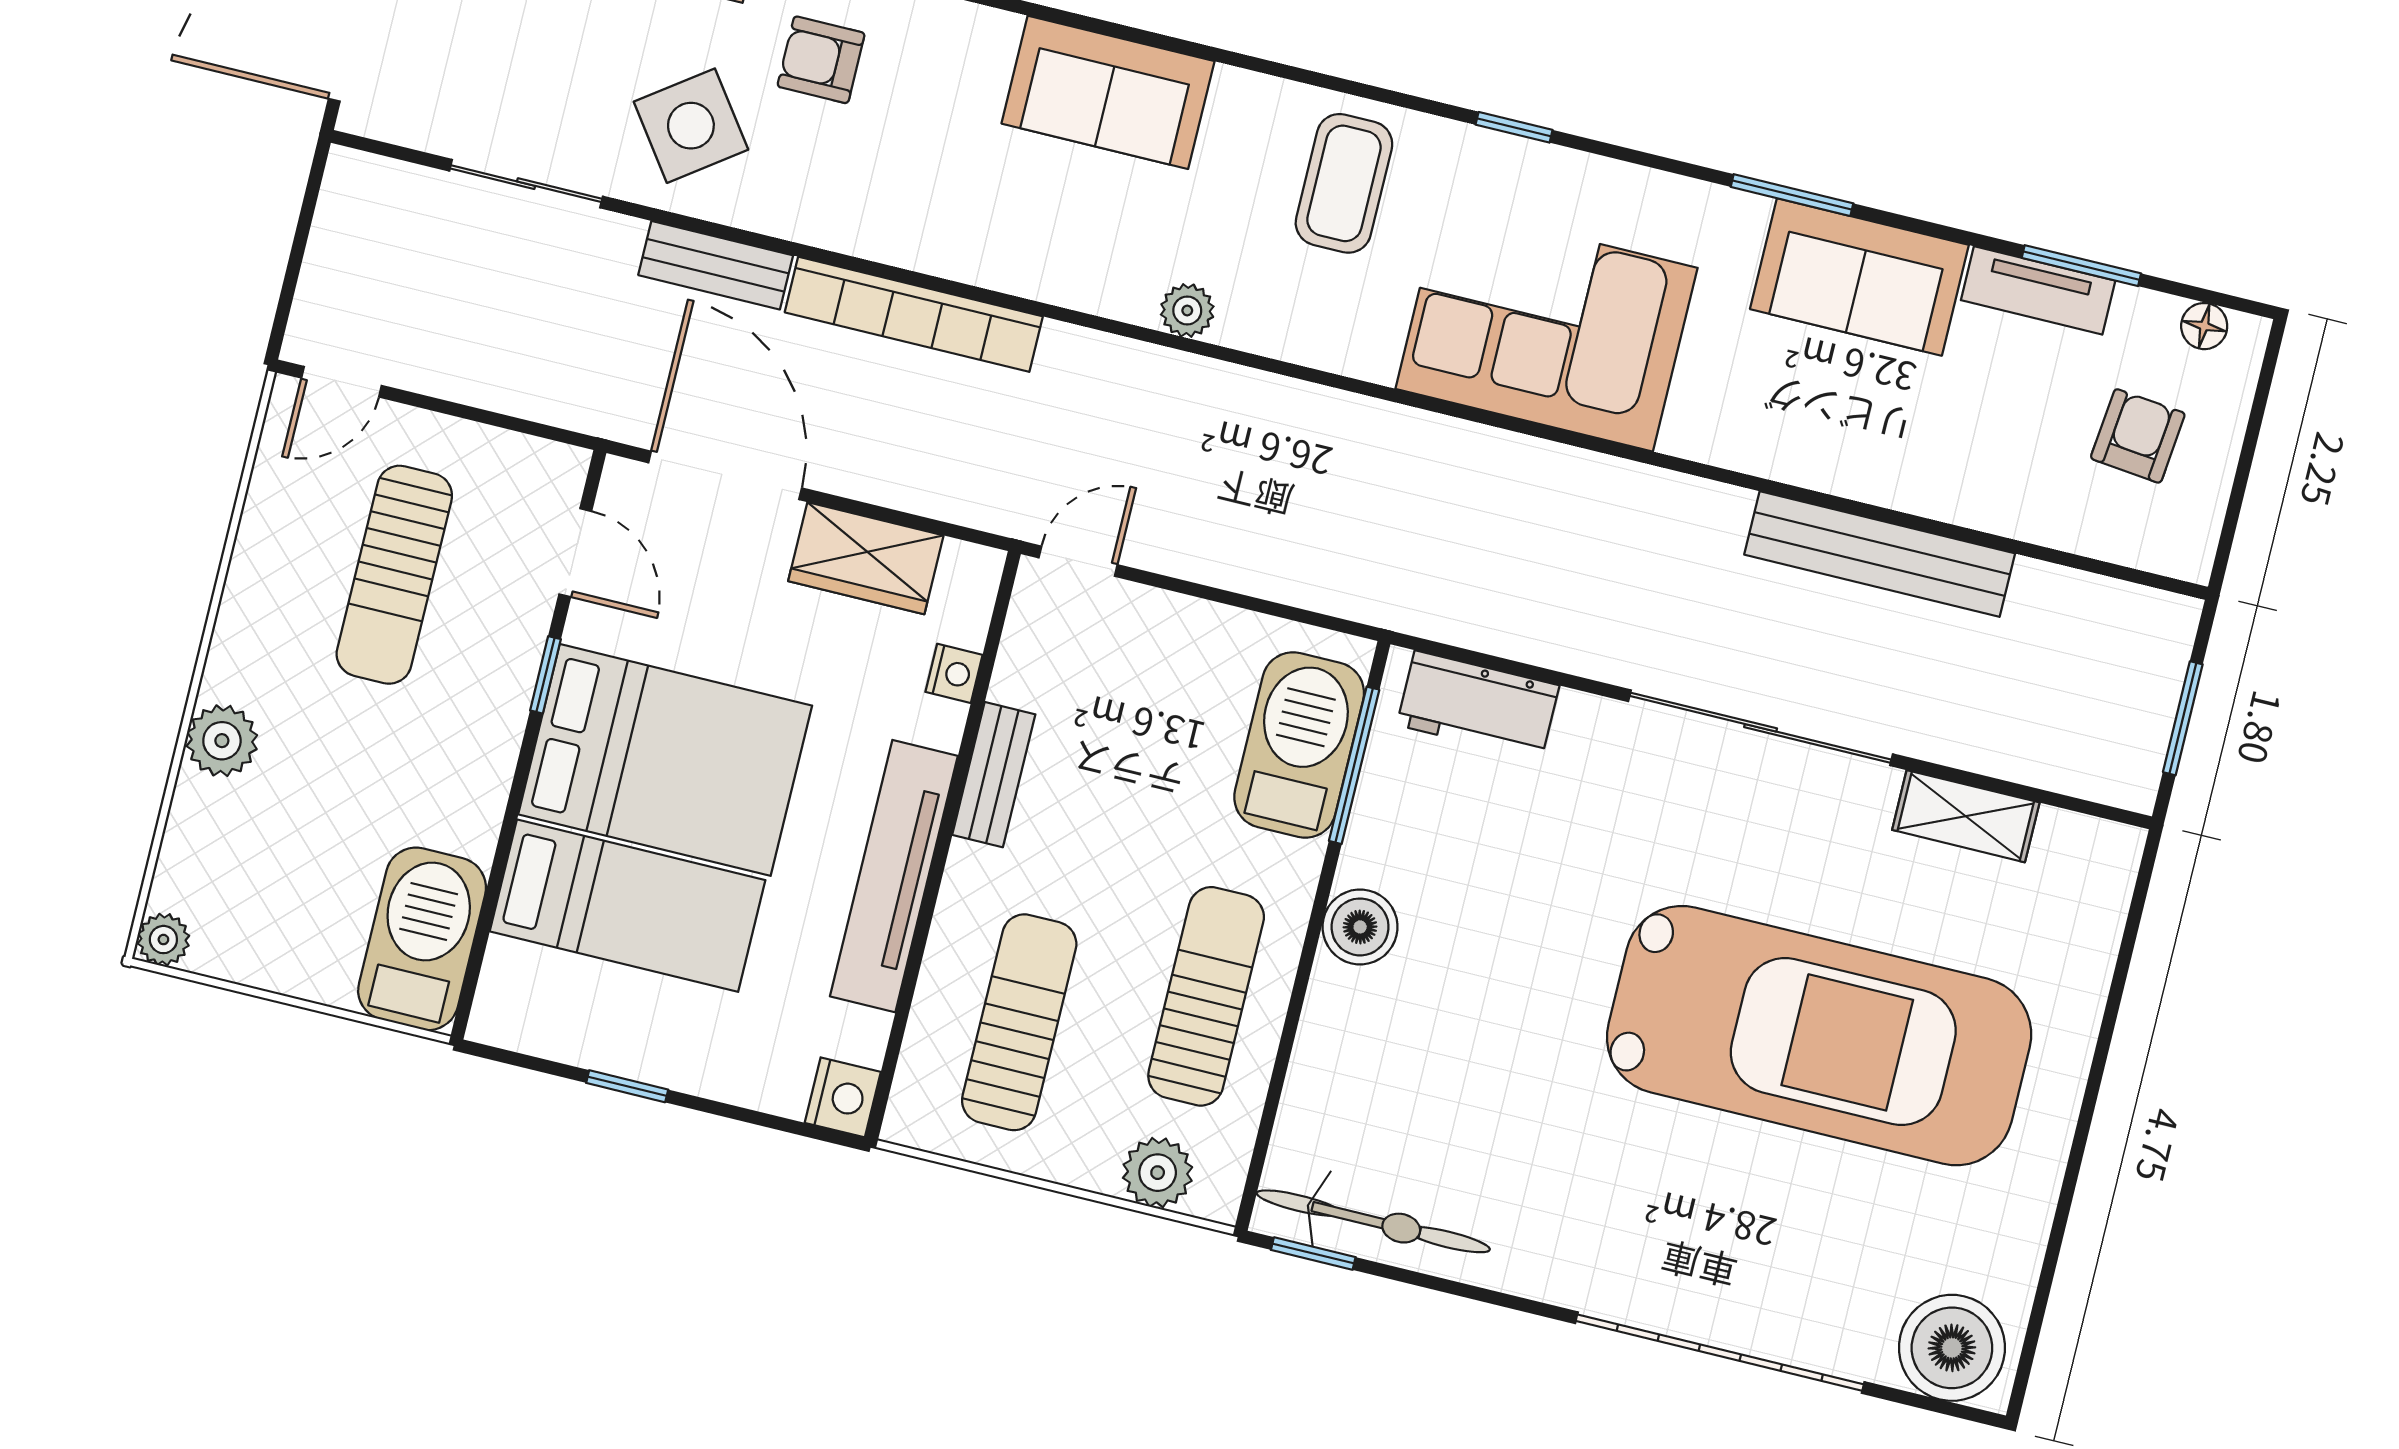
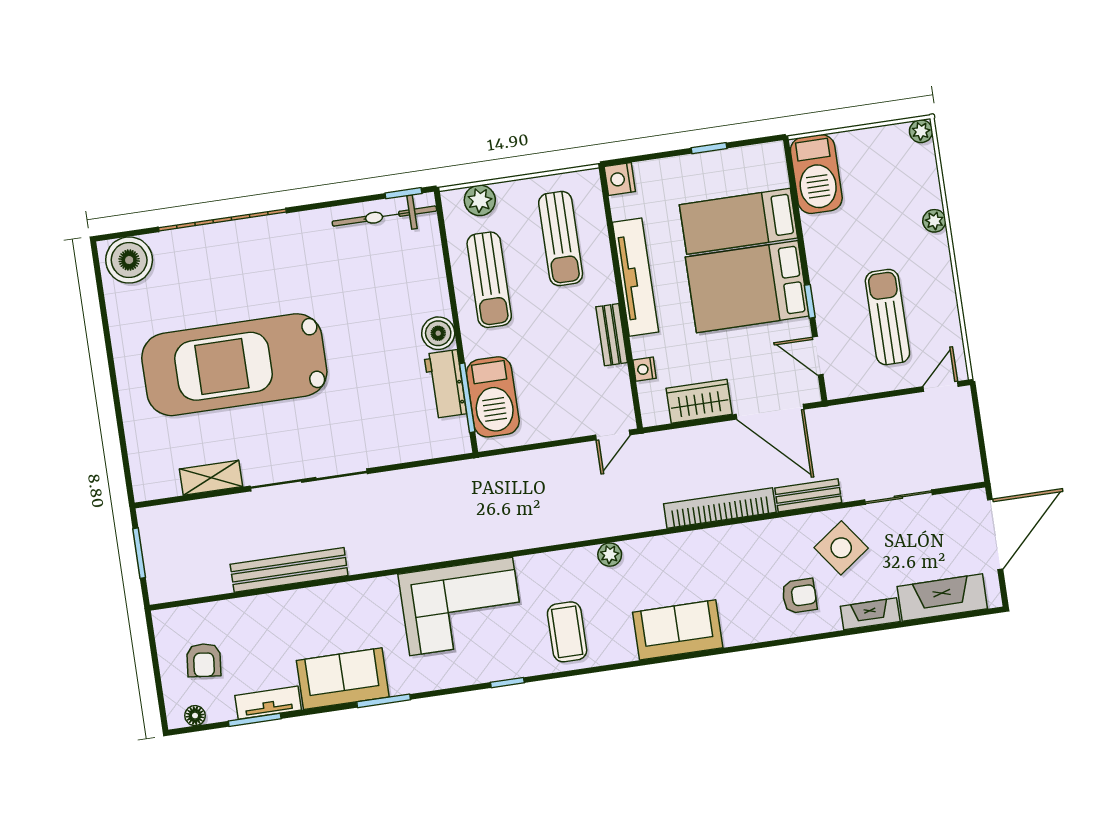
workbench: (1478, 705) -> (445, 384), moved, turned -90
plant: (222, 741) -> (934, 221), width x0.73, depth x0.73

